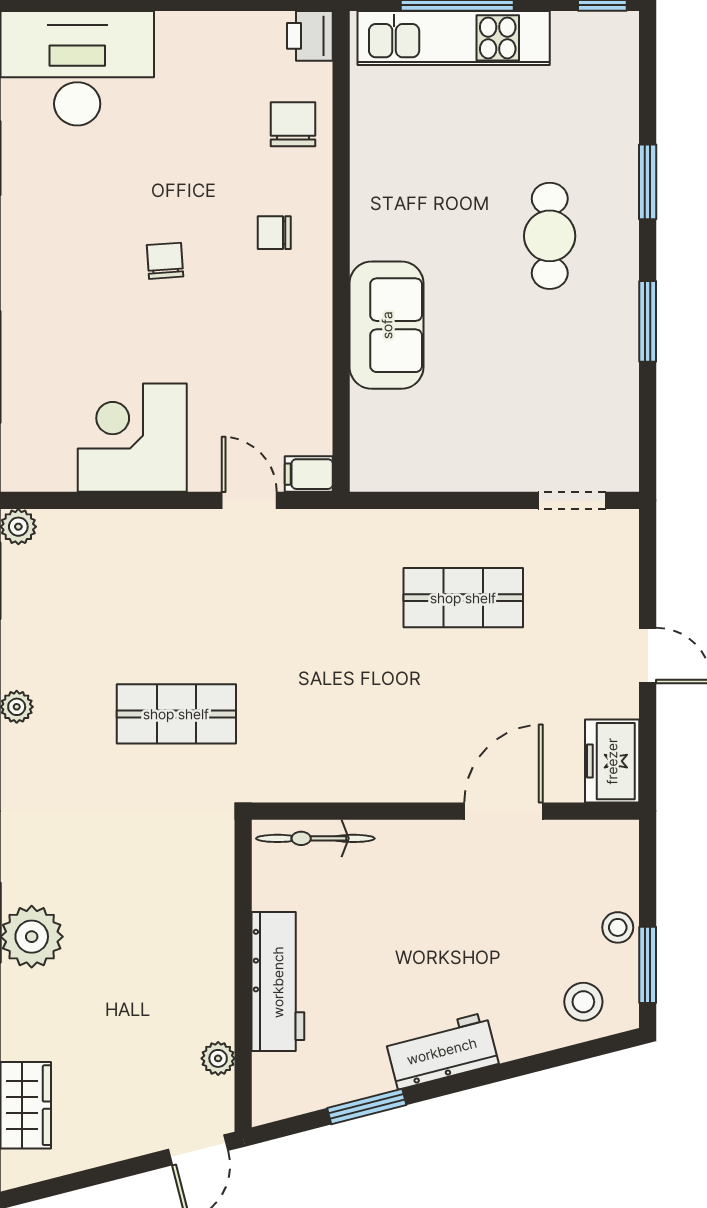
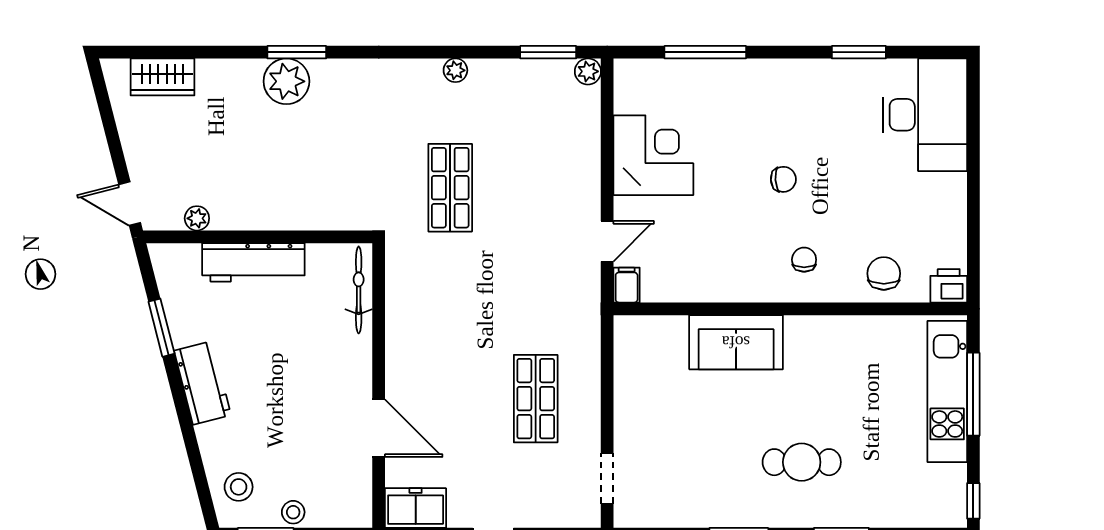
chair: (293, 124) -> (884, 273), turned -90

